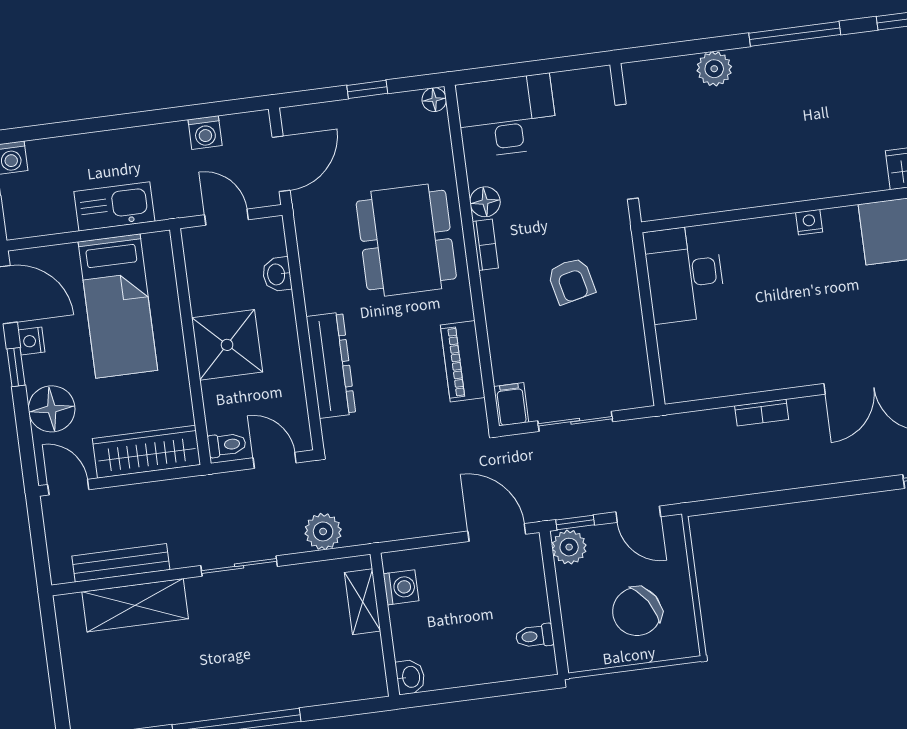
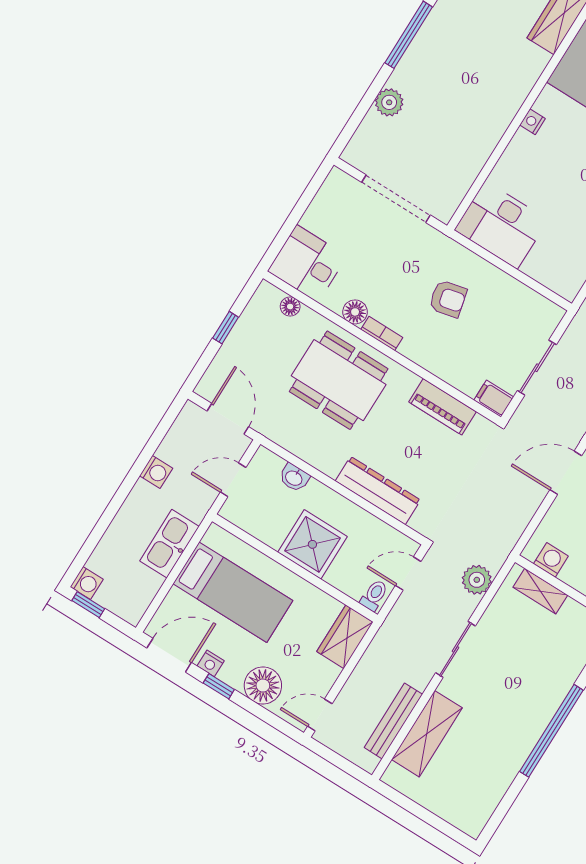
floor lamp: (434, 100) -> (290, 307), moved
desk: (507, 116) -> (307, 264), width x0.73
washing machine: (205, 133) -> (156, 472), moved
wardrobe: (147, 452) -> (345, 637), width x0.67

